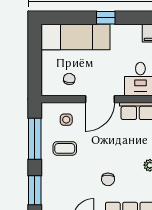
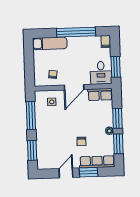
window: (106, 18) -> (76, 32), width x3.17
exam couch: (75, 37) -> (50, 43), width x0.73, depth x0.69
coffee table: (65, 148) -> (51, 121), removed

